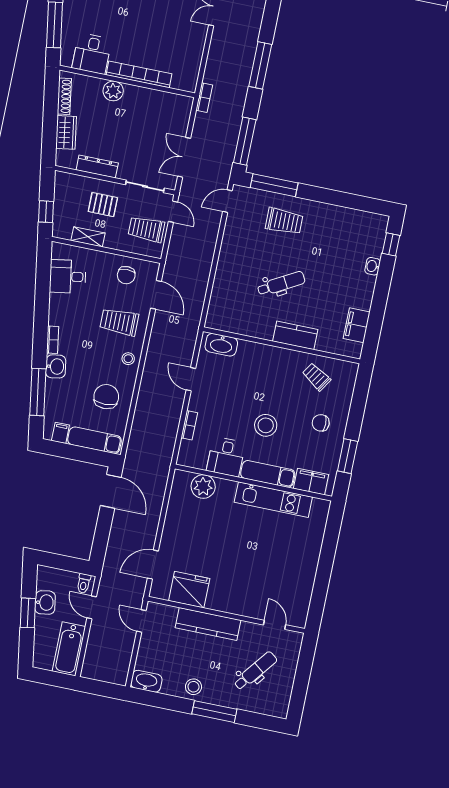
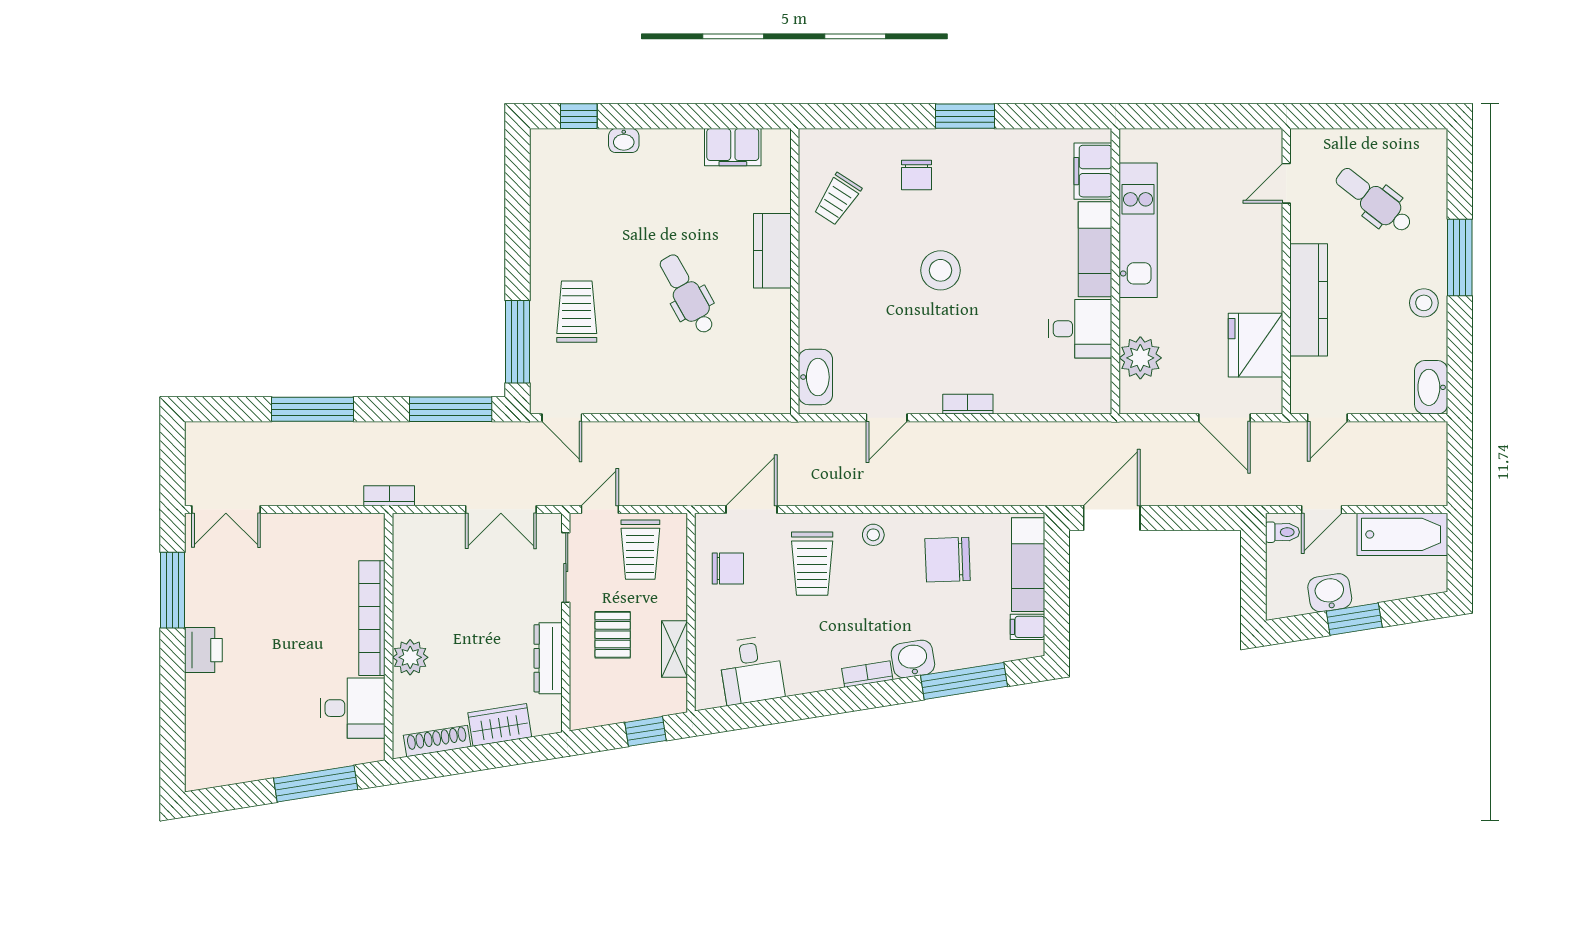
desk: (226, 457) -> (1080, 329), moved
exam couch: (268, 474) -> (1095, 249), moved
filing cabinet: (311, 482) -> (1093, 171), moved
wall: (253, 483) -> (1115, 271), moved
plant: (203, 487) -> (1140, 358), moved
kitchen unit: (273, 500) -> (1138, 230), moved

